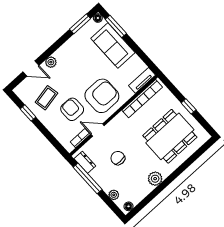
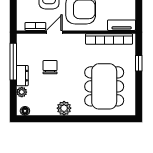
window: (189, 106) -> (139, 63), moved
door: (98, 130) -> (54, 32), hinge flipped
dining table: (170, 136) -> (104, 86), turned 90
dresser: (85, 162) -> (22, 76), moved

